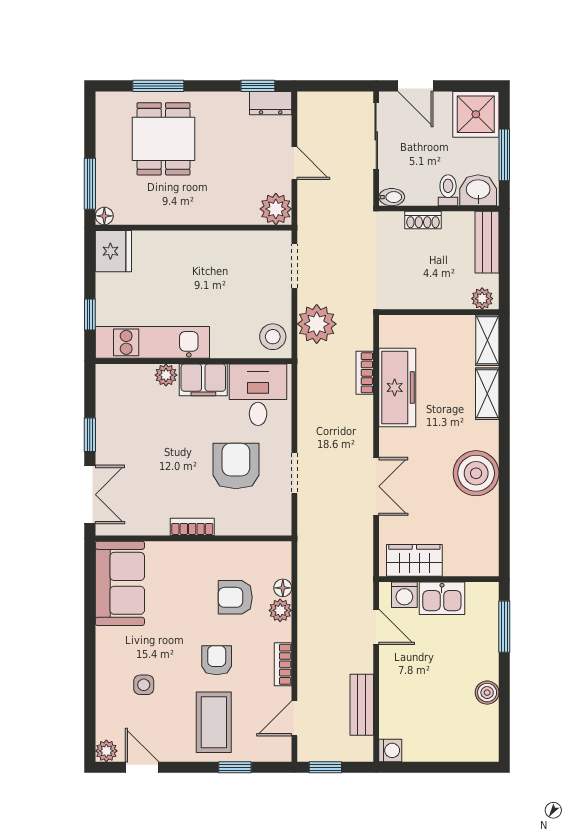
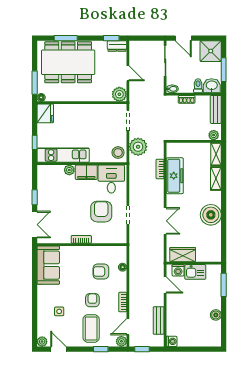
dining table: (163, 139) -> (68, 62), width x1.88, depth x1.24
plant: (280, 610) -> (121, 341), moved

